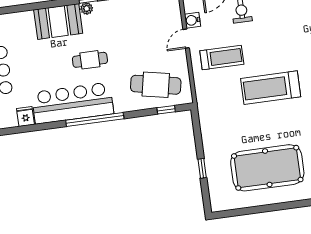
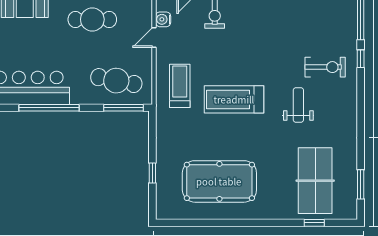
treadmill: (222, 58) -> (180, 86), moved, turned -90
cafe table: (90, 60) -> (92, 19), moved, width x1.37, depth x1.35
window: (166, 110) -> (123, 108), width x2.17

